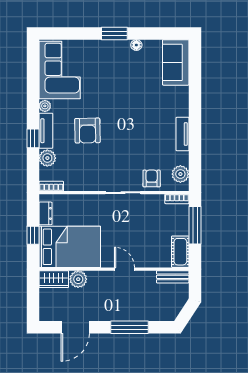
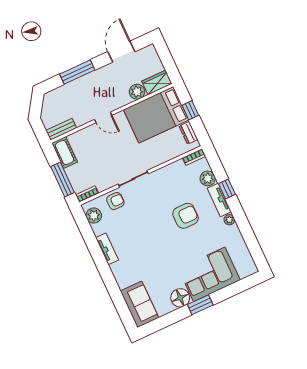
floor lamp: (136, 45) -> (180, 298), width x1.89, depth x1.89
corner sofa: (60, 70) -> (209, 274), moved, turned 90
armchair: (87, 131) -> (185, 216), turned 91
armchair: (152, 178) -> (115, 201), turned -90

